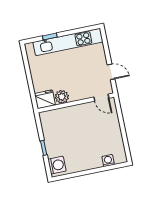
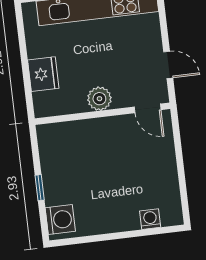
plant: (62, 97) -> (99, 99), moved
fridge: (45, 99) -> (43, 74), moved, turned 90

